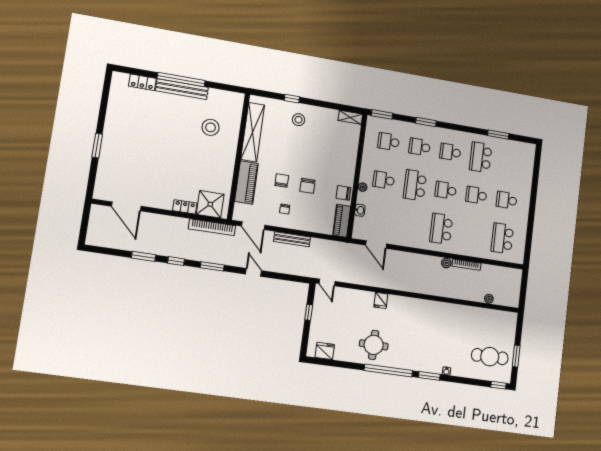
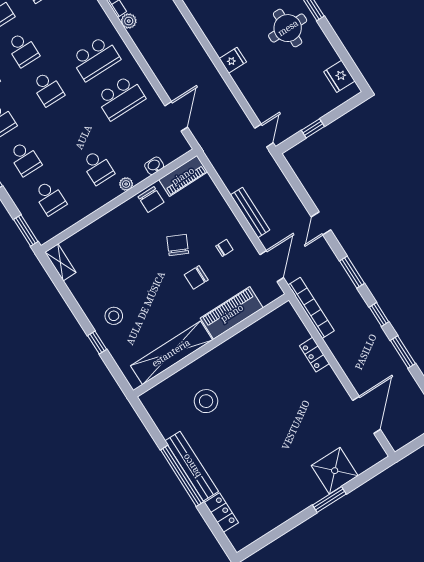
school desk: (415, 185) -> (120, 98), moved
chair: (307, 186) -> (178, 245), turned -65
shower: (210, 204) -> (335, 471), moved

